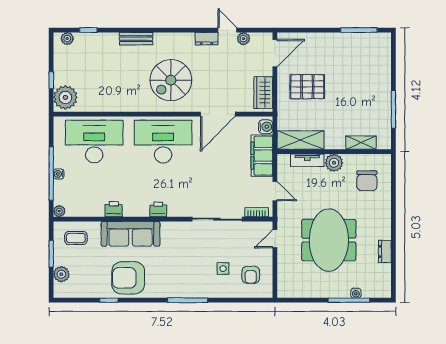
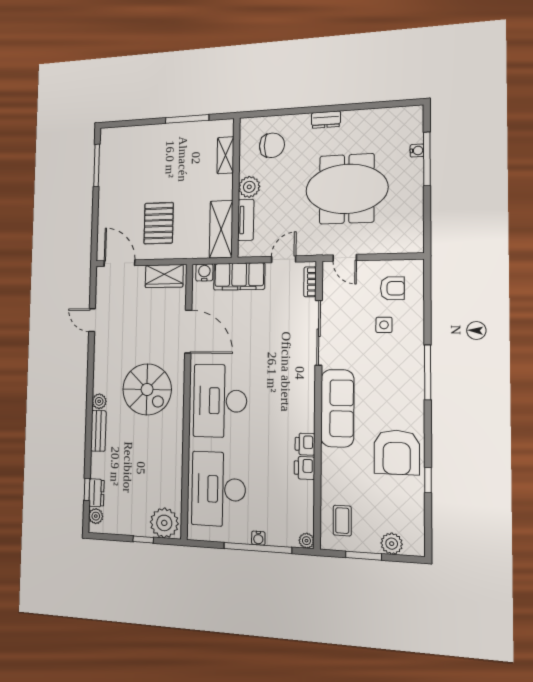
door: (227, 30) -> (92, 320), hinge flipped
dresser: (207, 39) -> (97, 493), moved
plant: (244, 39) -> (99, 401), moved
printer: (158, 209) -> (305, 444), moved
sofa: (131, 234) -> (337, 408), moved
dresser: (385, 252) -> (326, 120), moved

